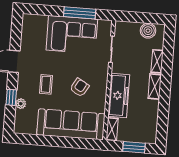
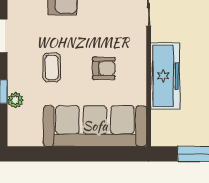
armchair: (80, 87) -> (104, 68), turned 60
shelving: (112, 129) -> (159, 129), removed

